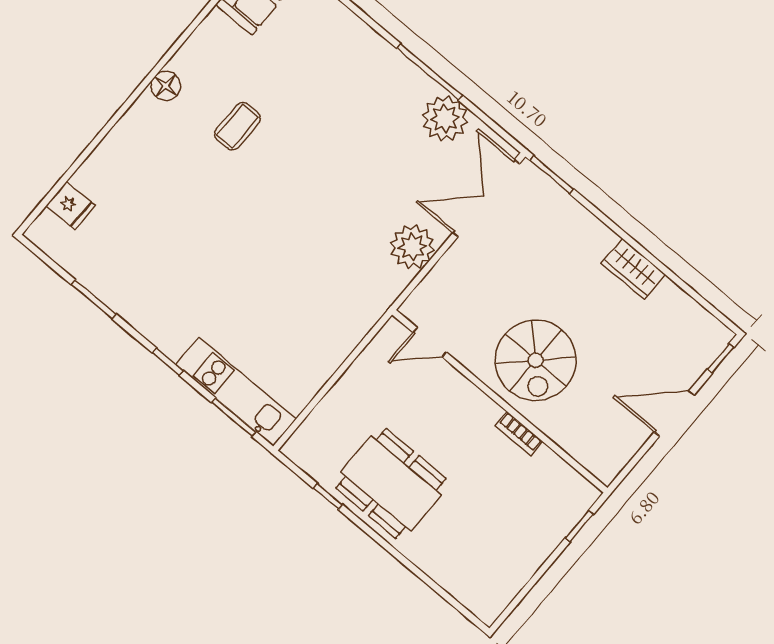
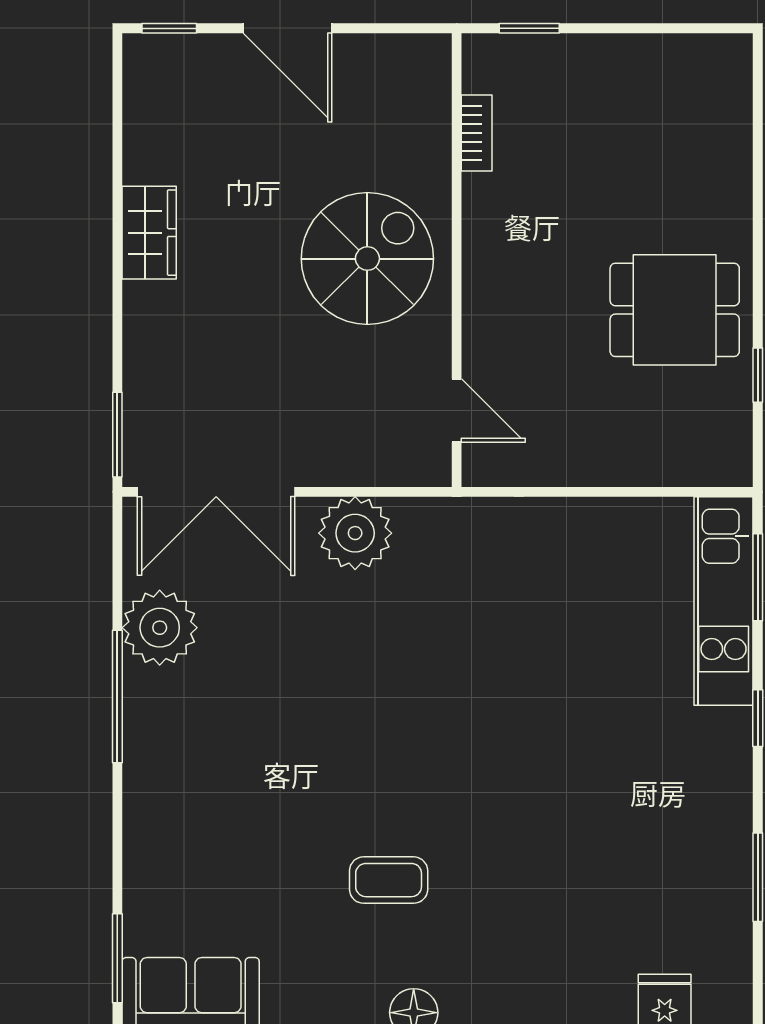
bookcase: (519, 433) -> (477, 133), moved
dining table: (391, 483) -> (675, 310), width x0.73

